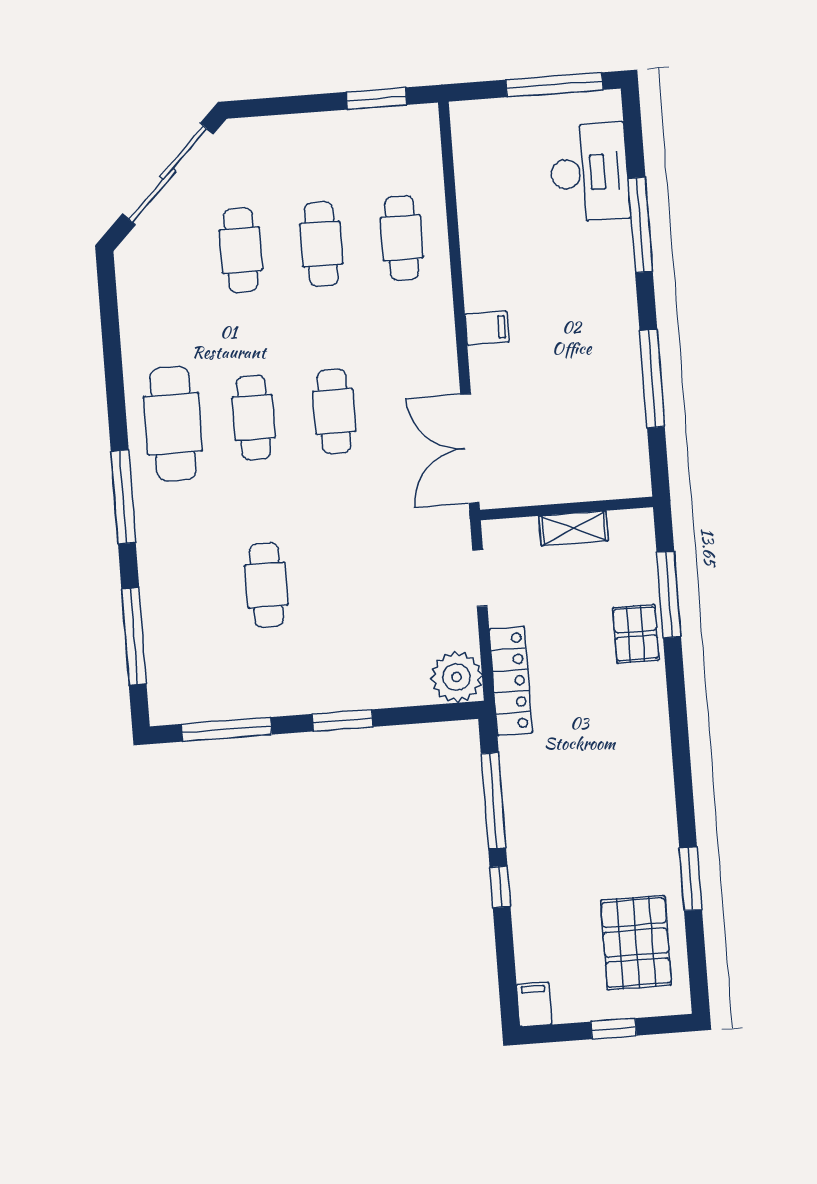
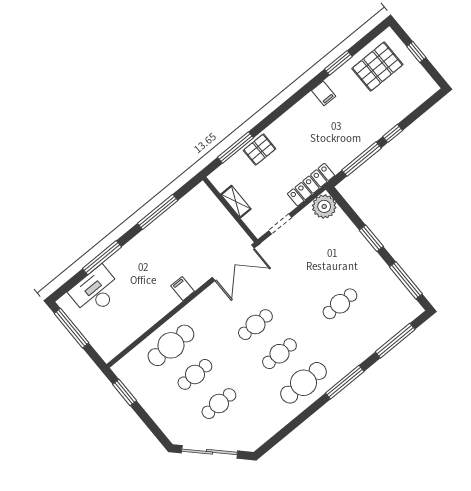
cafe table: (402, 238) -> (171, 345), width x1.37, depth x1.35
filing cabinet: (534, 1004) -> (324, 93), moved, turned -90

